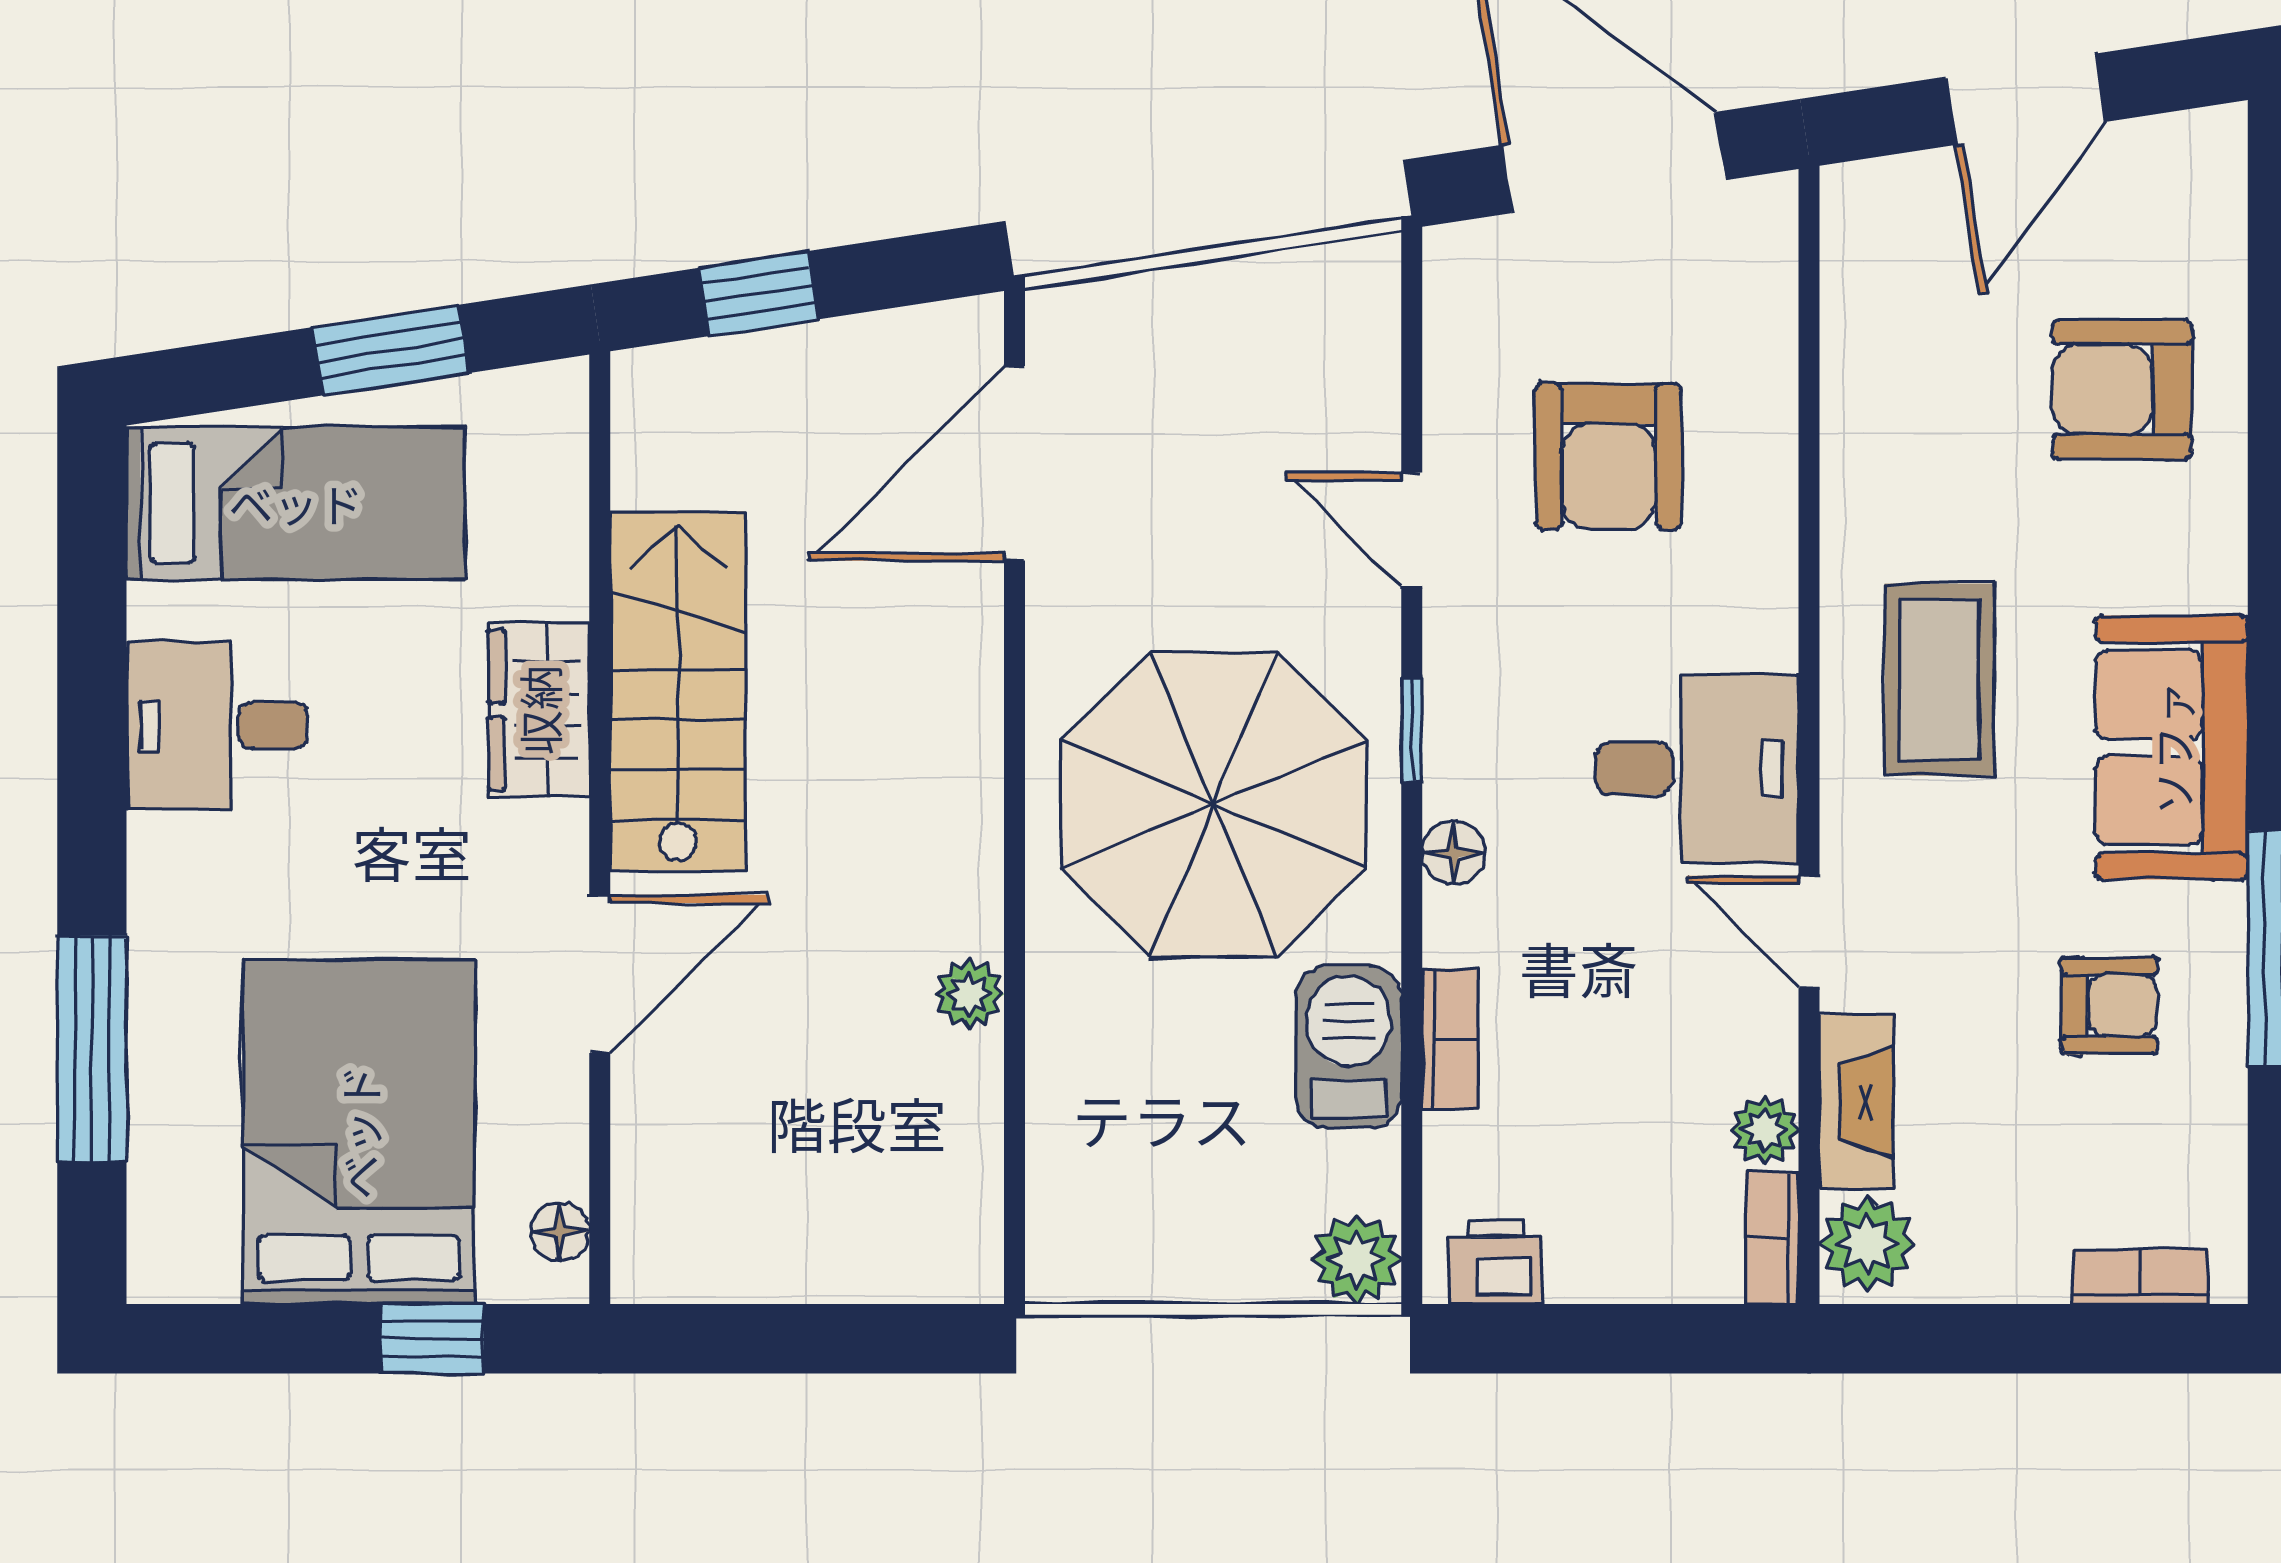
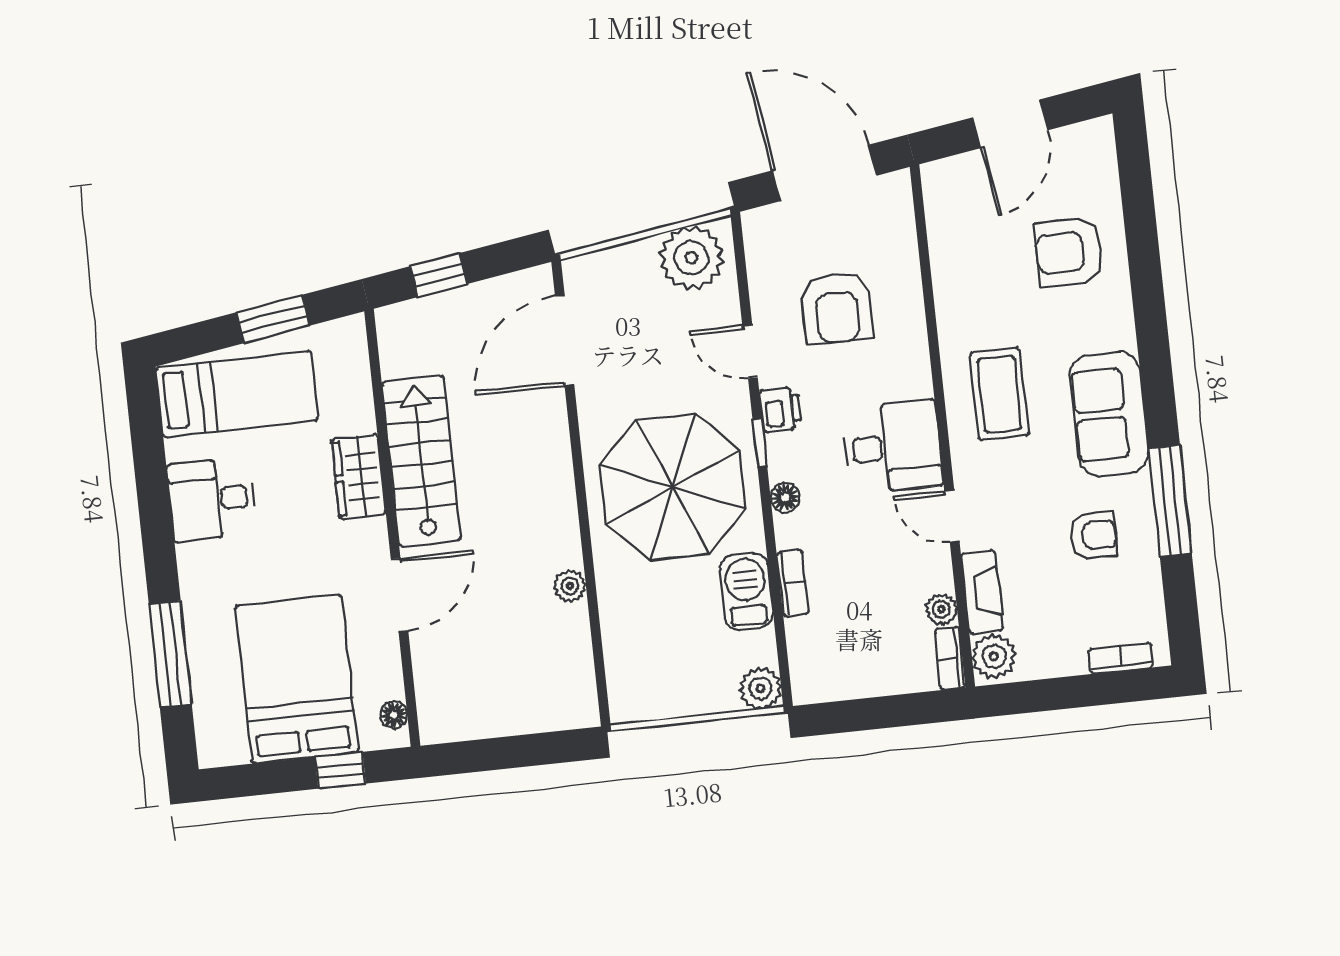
plant: (1307, 315) -> (691, 258), added
printer: (1495, 1262) -> (781, 409), moved, turned 90

